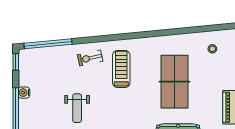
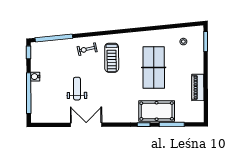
treadmill: (121, 69) -> (112, 58), turned 180
weight bench: (77, 108) -> (77, 89), turned 180

